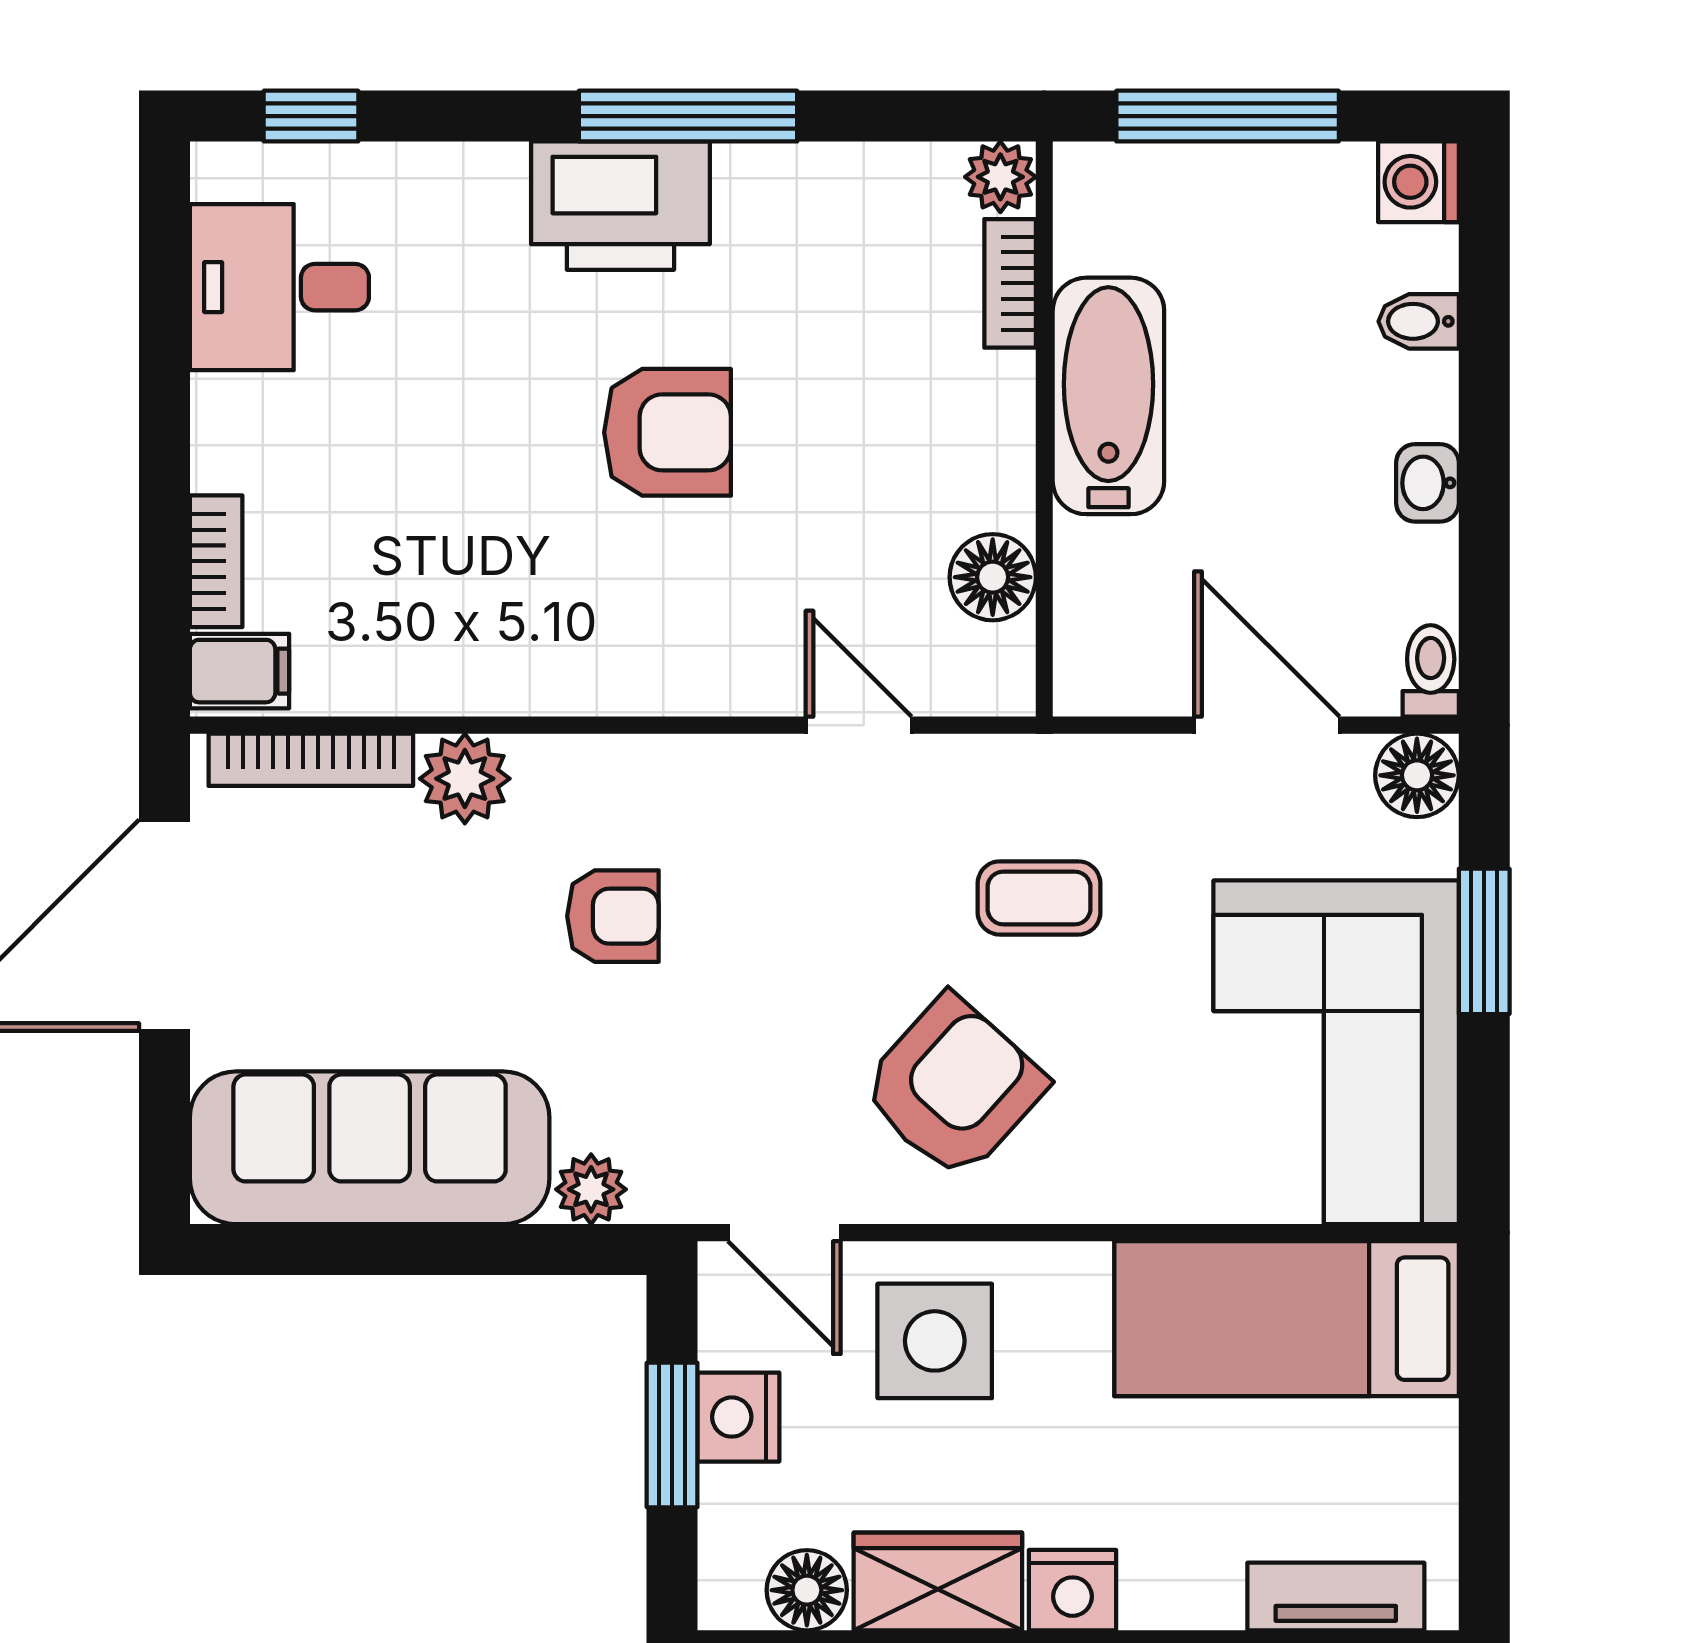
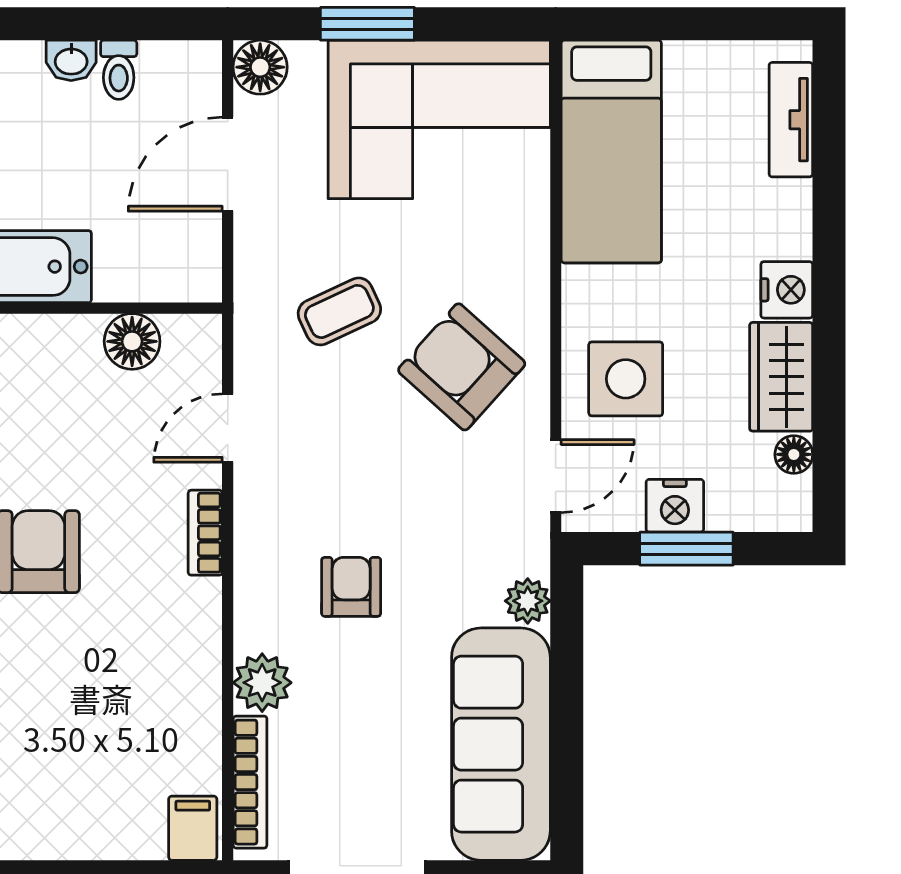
bookcase: (216, 561) -> (205, 533), moved, turned -90
toilet: (1431, 671) -> (119, 70), moved, turned -90
coffee table: (1039, 898) -> (339, 311), turned 65
floor lamp: (807, 1590) -> (794, 454), width x0.73, depth x0.73

